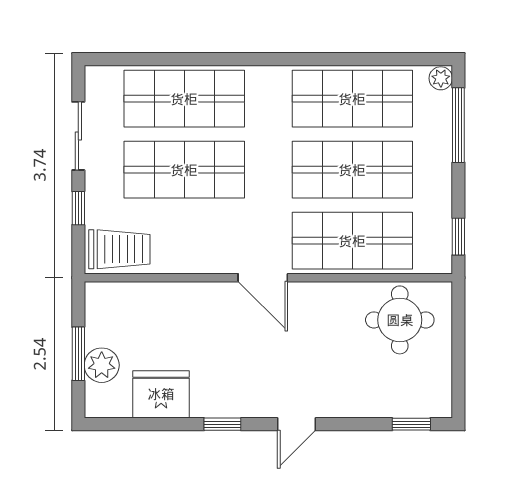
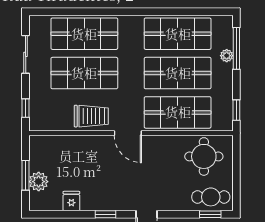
plant: (441, 78) -> (227, 56), moved
window: (78, 208) -> (26, 108), moved
trolley: (119, 249) -> (91, 116), moved
cafe table: (412, 393) -> (211, 197), added
fridge: (161, 394) -> (71, 201), width x0.53, depth x0.75

